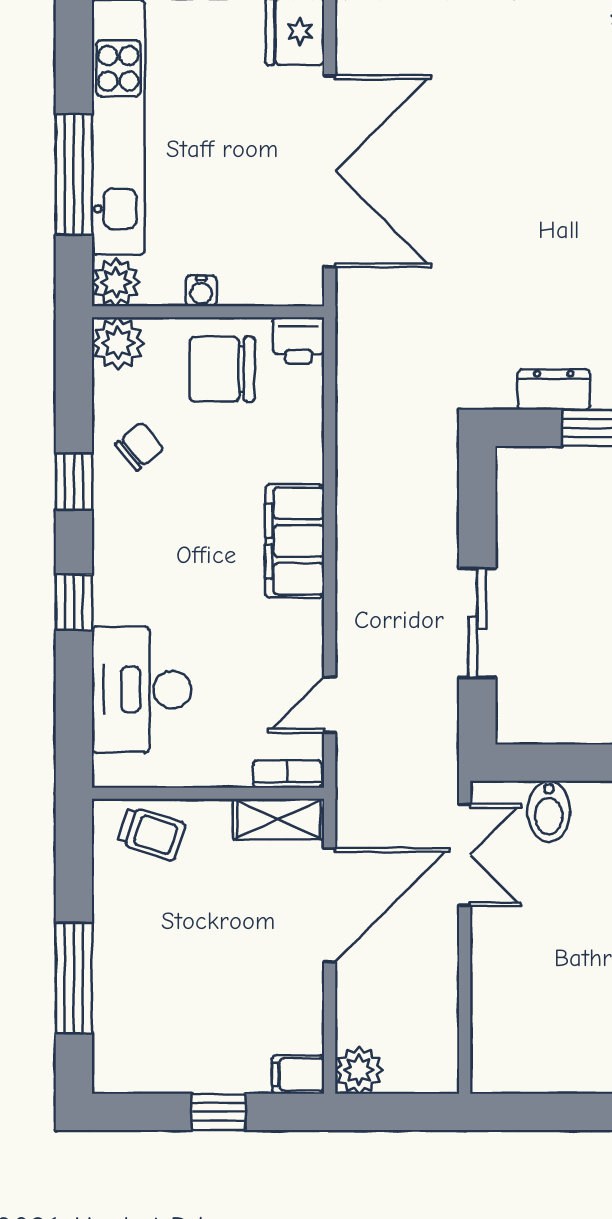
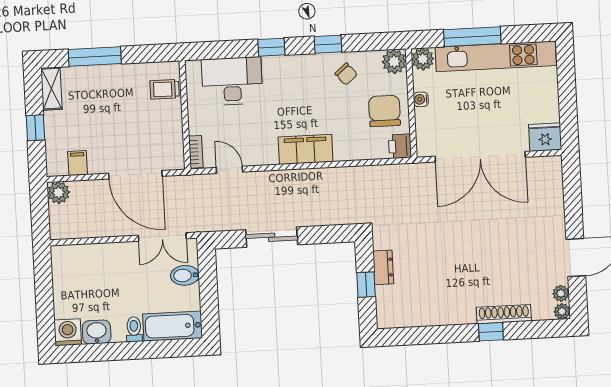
shelving: (279, 819) -> (51, 89), moved
trolley: (151, 833) -> (165, 89), turned 72
filing cabinet: (298, 1074) -> (78, 163), moved

